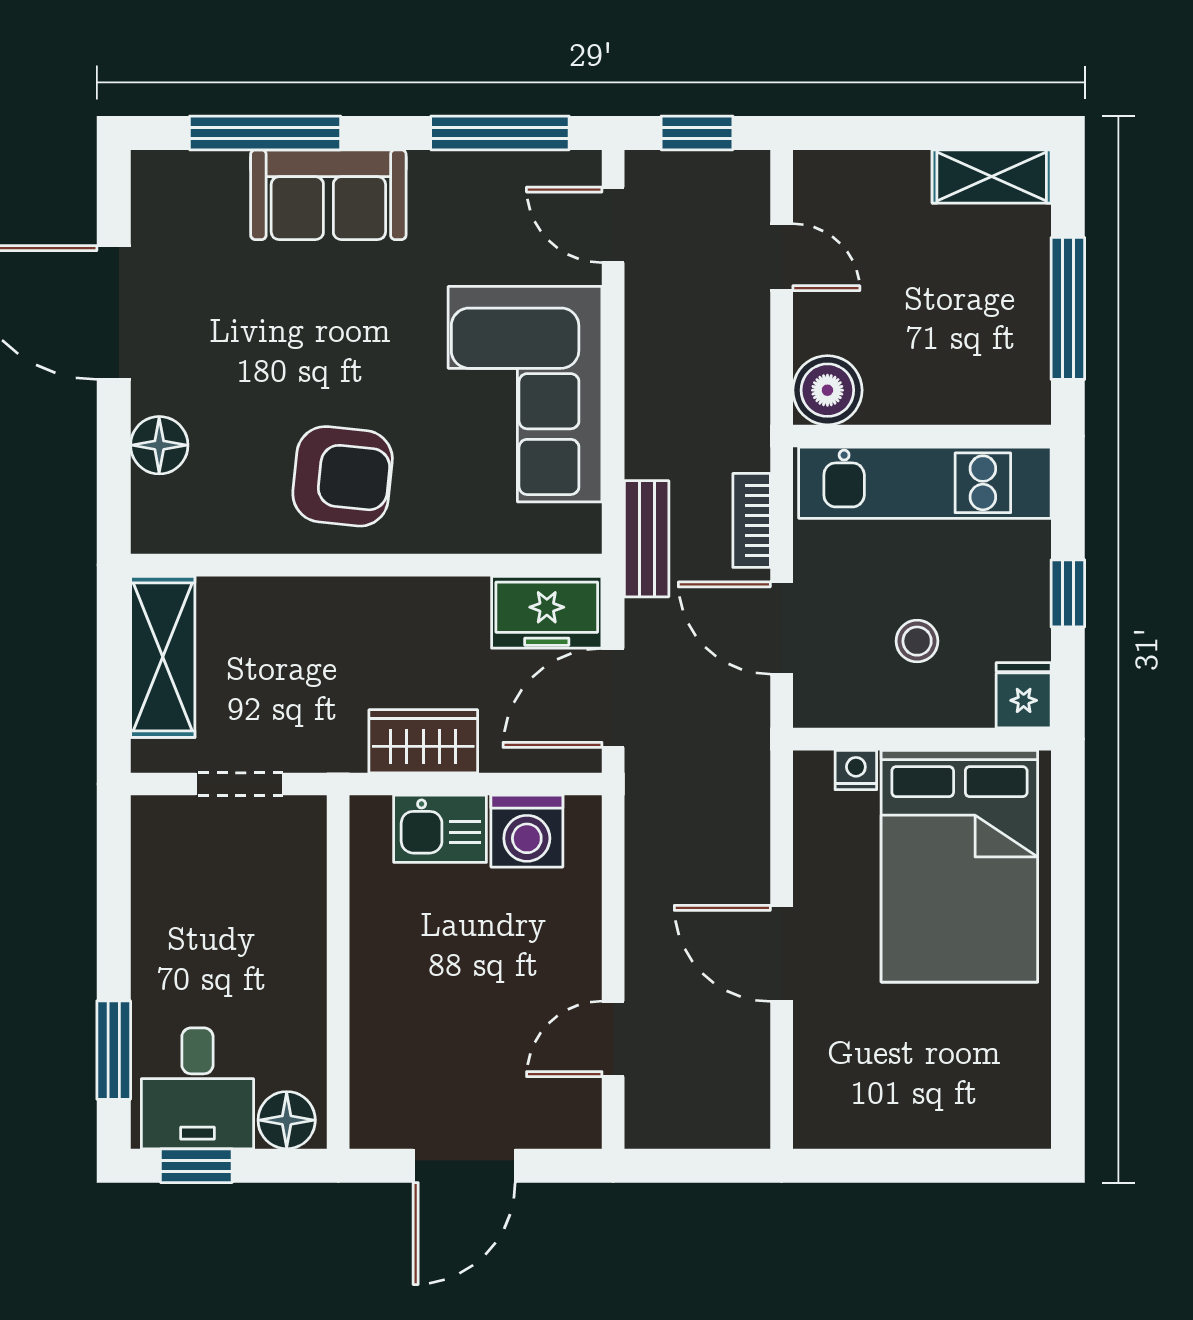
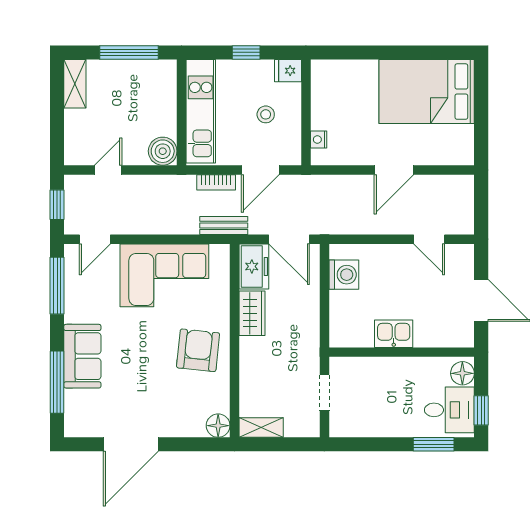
floor lamp: (159, 445) -> (218, 426), moved
shelving: (163, 657) -> (261, 427), width x0.67, depth x0.75
wardrobe: (423, 741) -> (252, 313), moved, turned 180
kitchen sink: (440, 829) -> (394, 334), moved, turned -90
bed: (959, 866) -> (427, 92), moved, turned 180

